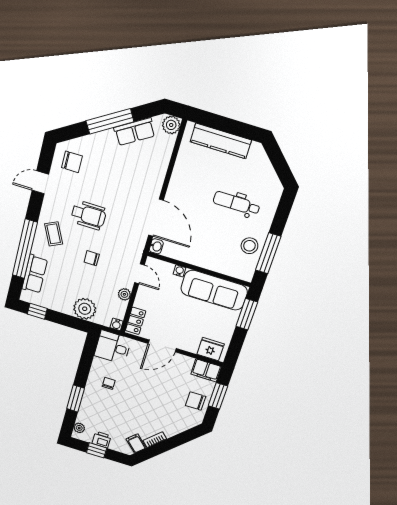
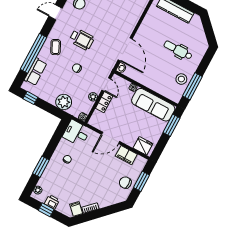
locker: (136, 321) -> (104, 102), moved
filing cabinet: (206, 370) -> (126, 155), moved

